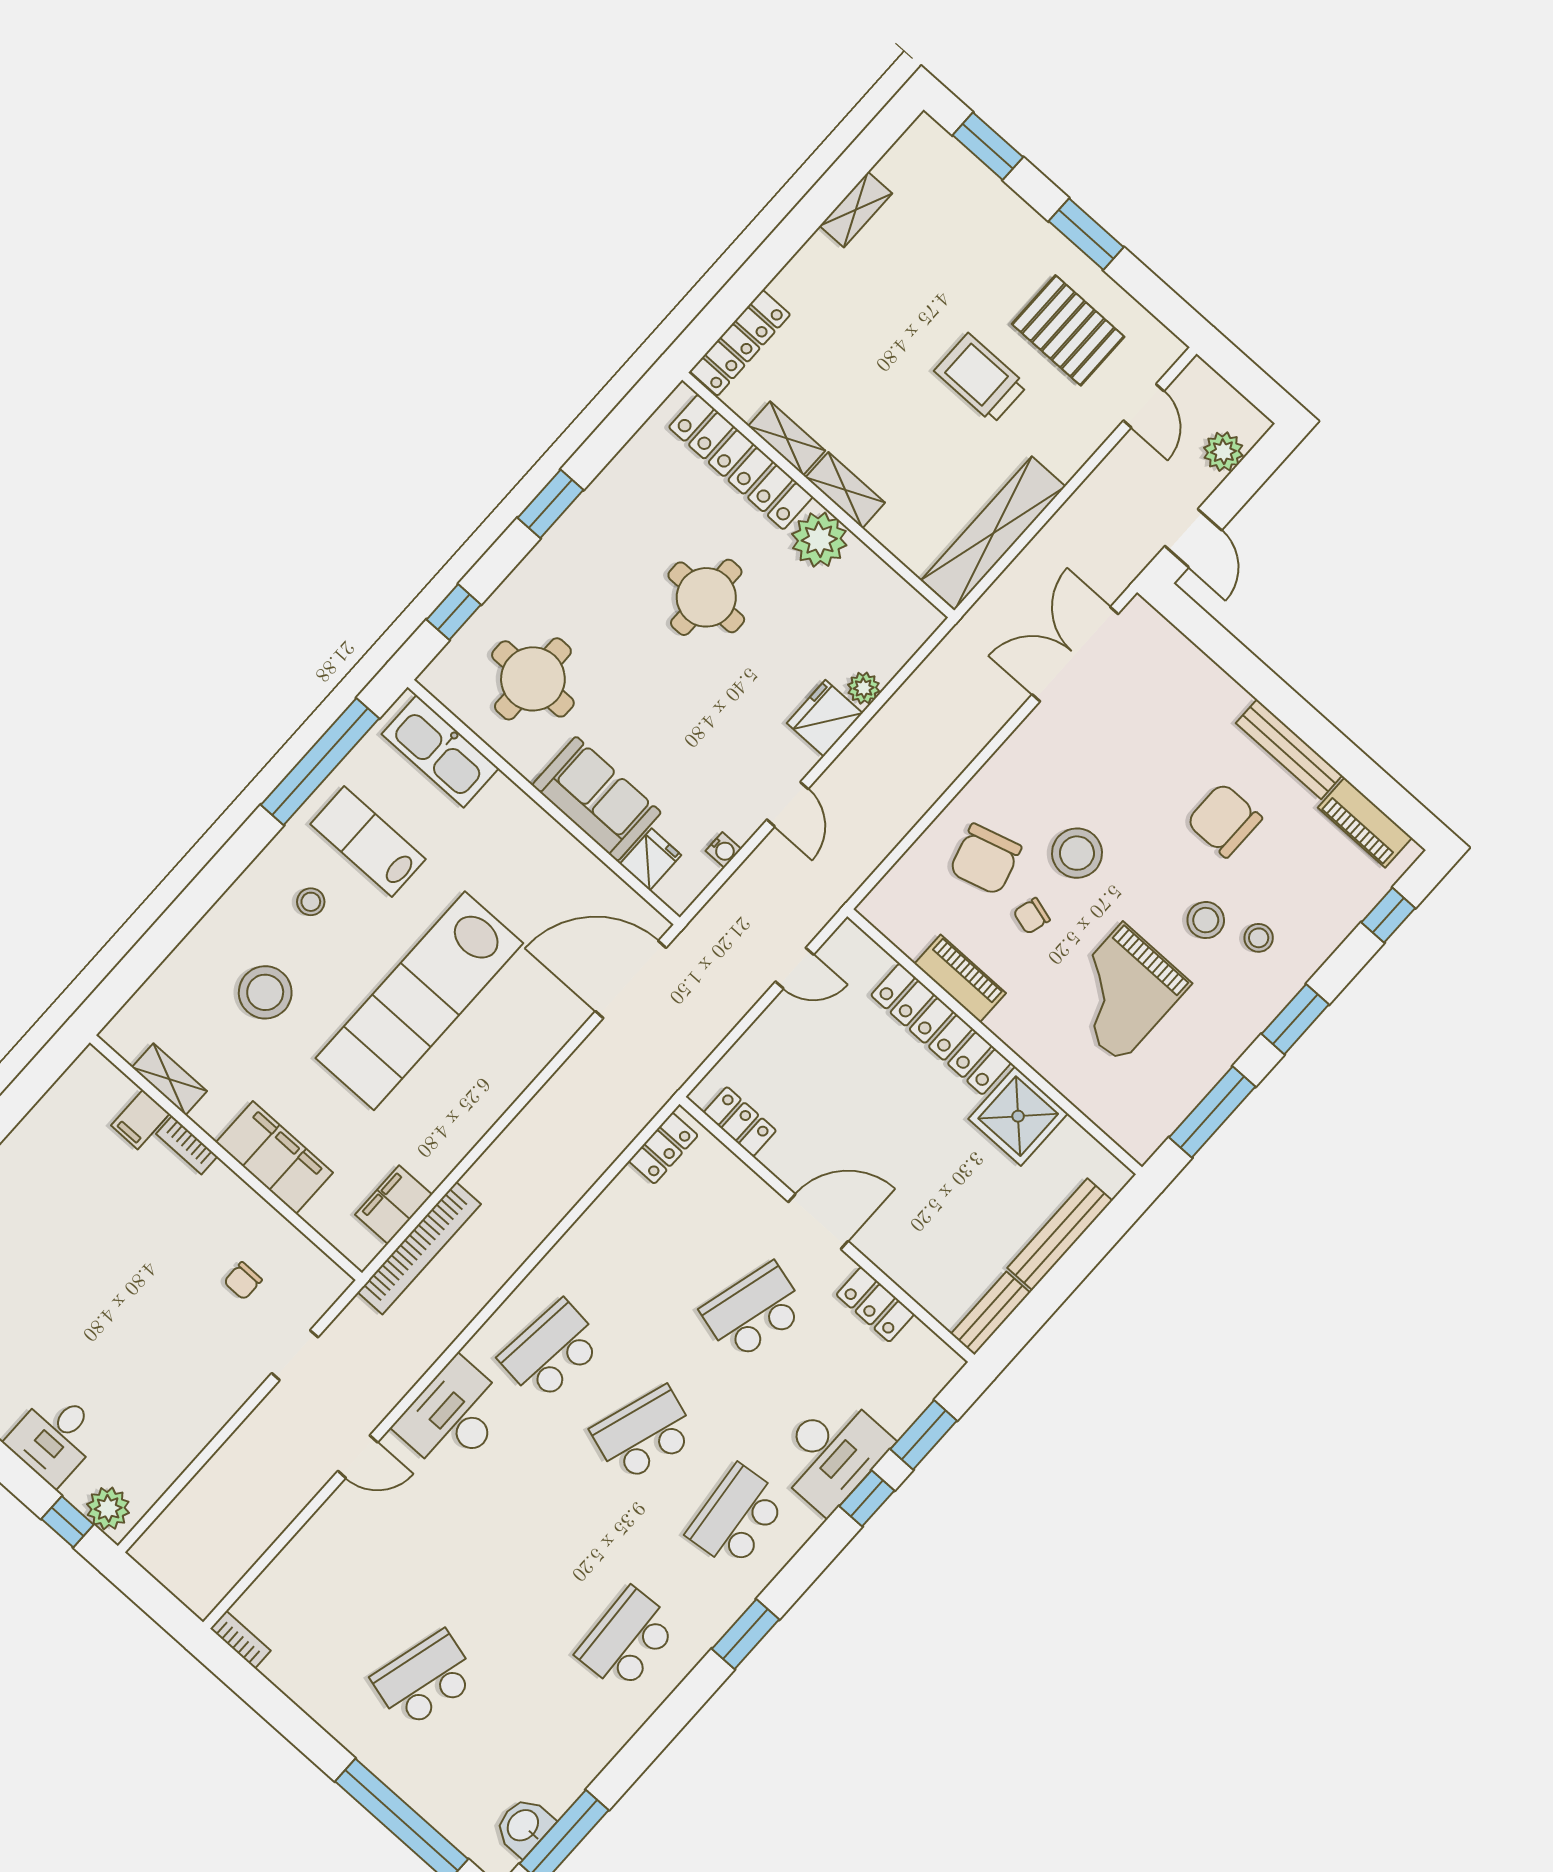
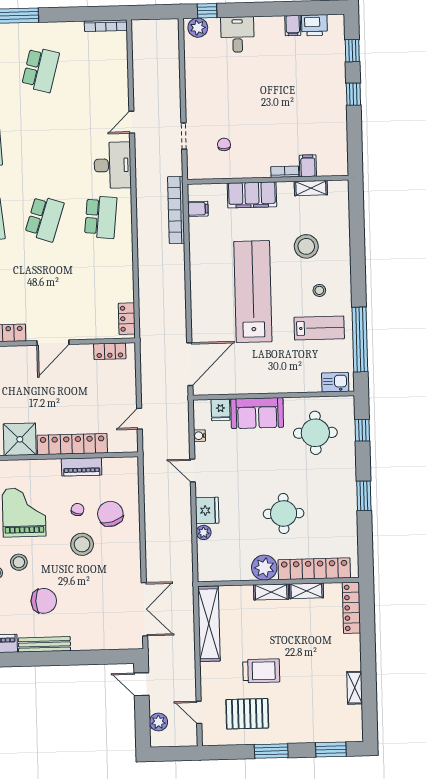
kitchen sink: (440, 751) -> (335, 382), width x0.53, depth x0.81
filing cabinet: (394, 1205) -> (198, 209), width x0.50
school desk: (754, 1311) -> (46, 293), removed
bookcase: (240, 1640) -> (106, 26), width x1.56

